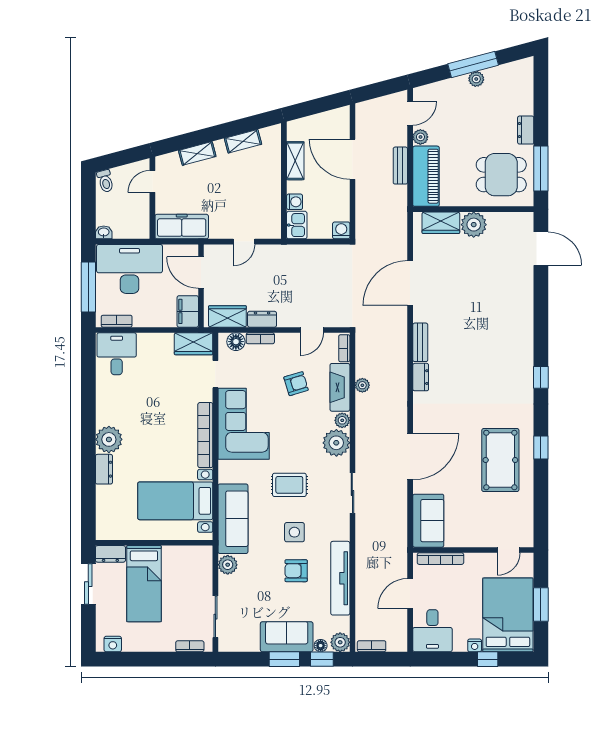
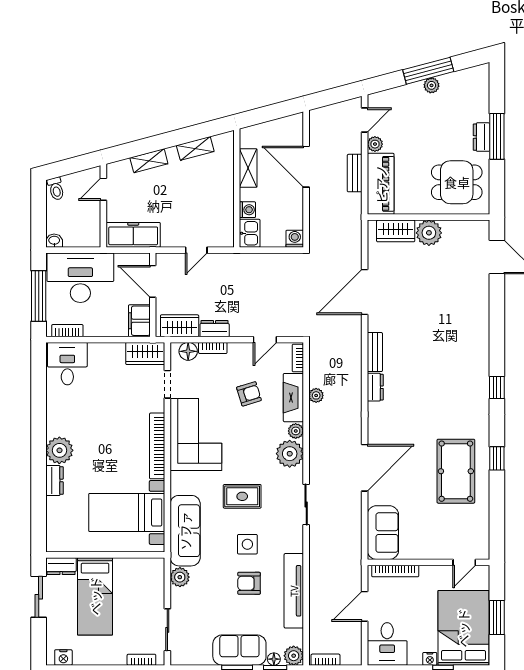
window: (541, 169) -> (497, 136), moved

